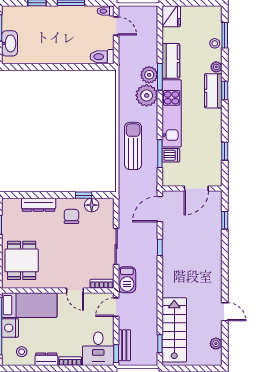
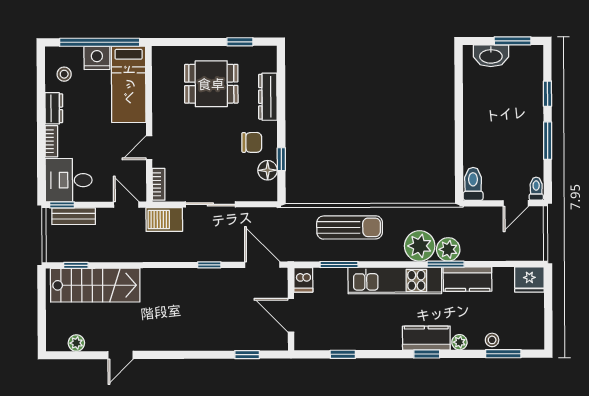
dishwasher: (171, 155) -> (303, 280), moved
dining table: (22, 260) -> (211, 84), moved

